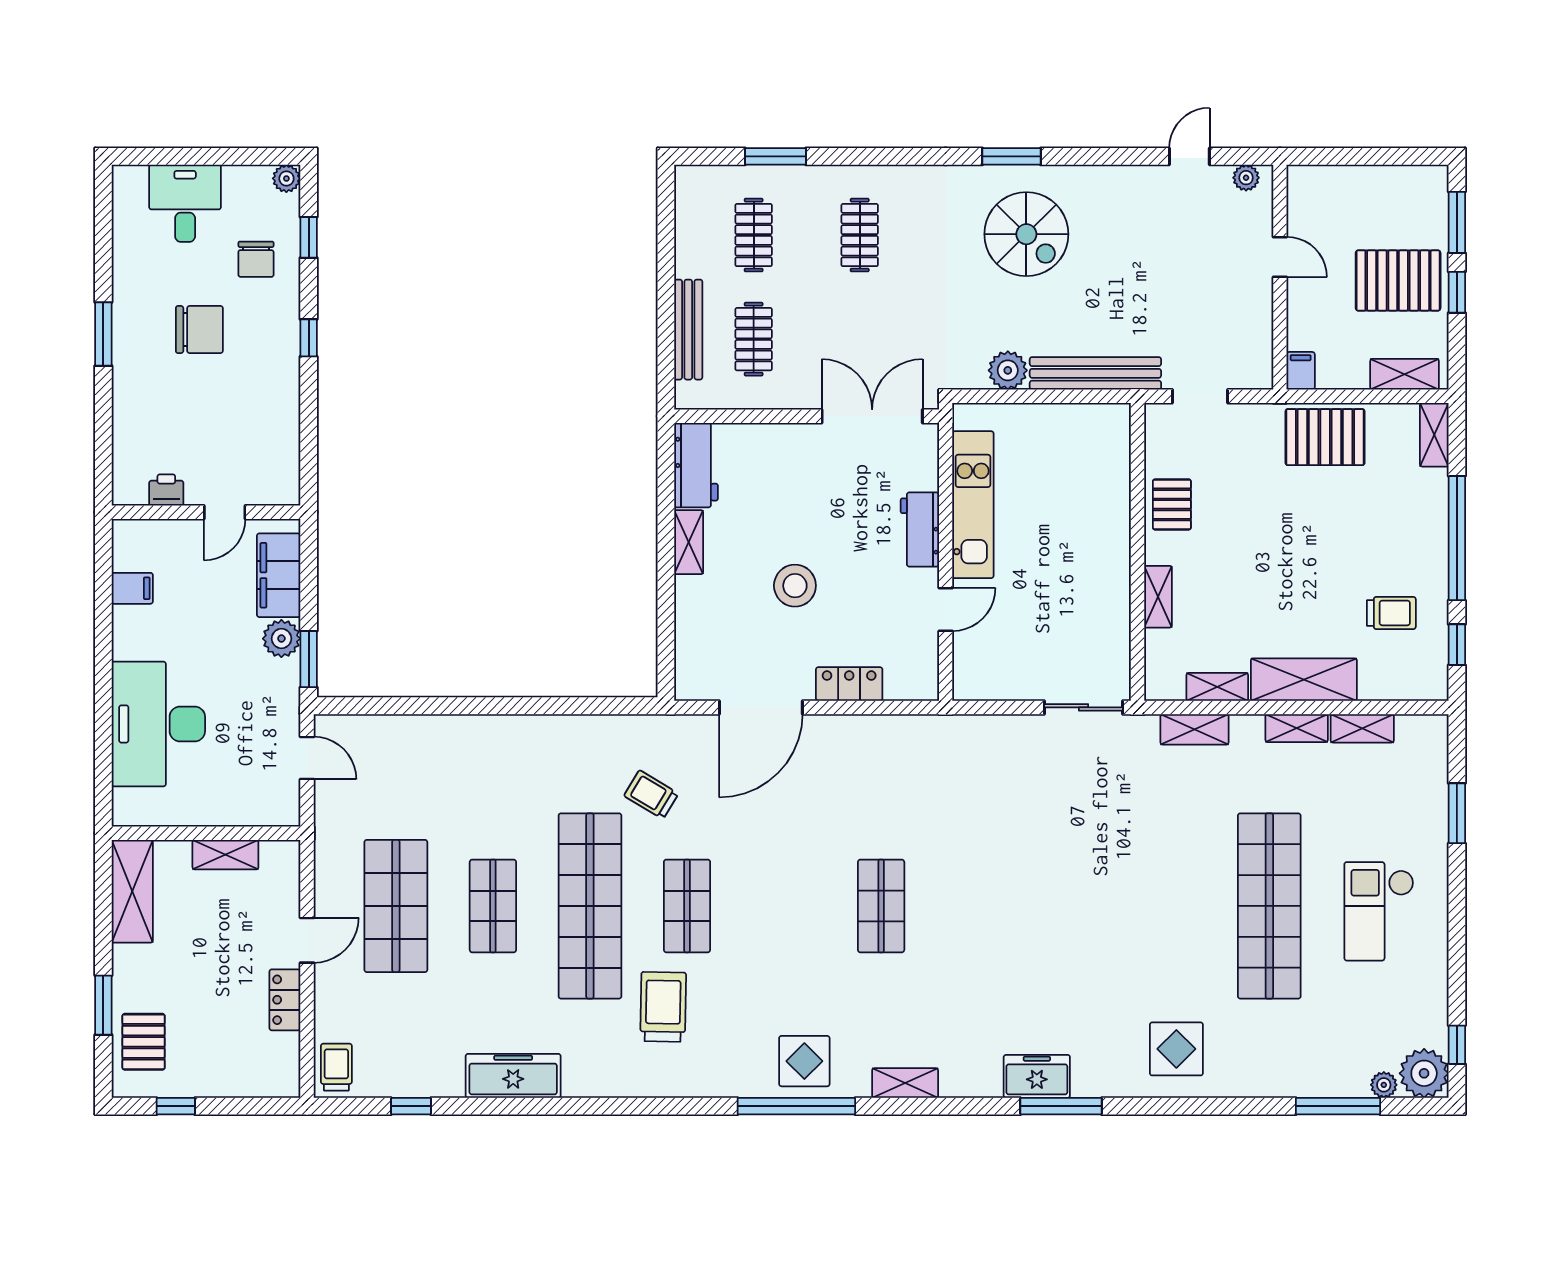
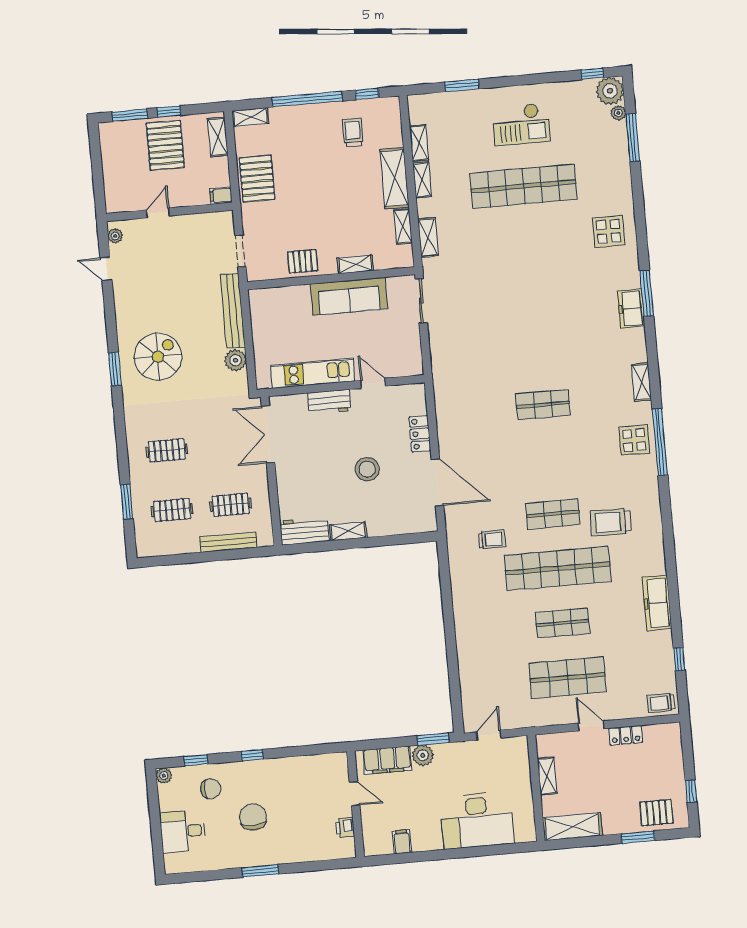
sofa: (1103, 581) -> (349, 296), added
trolley: (651, 795) -> (492, 540), turned -121

